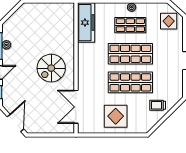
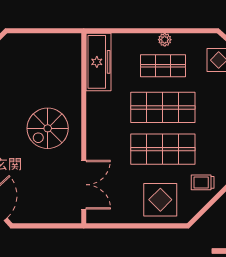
double door: (76, 107) -> (84, 185), swing flipped
display table: (116, 116) -> (160, 200), moved

